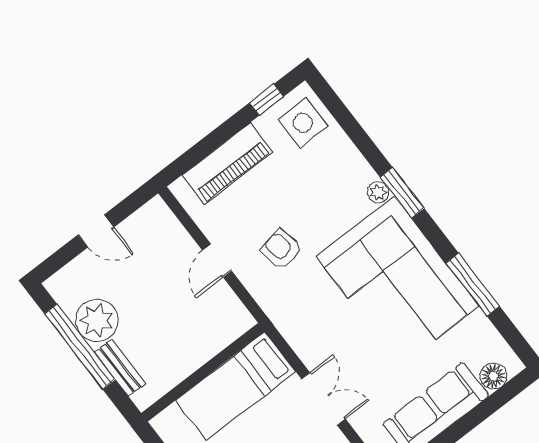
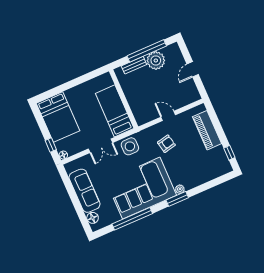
side table: (303, 123) -> (130, 146), moved
window: (473, 285) -> (132, 219), width x1.46

